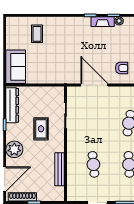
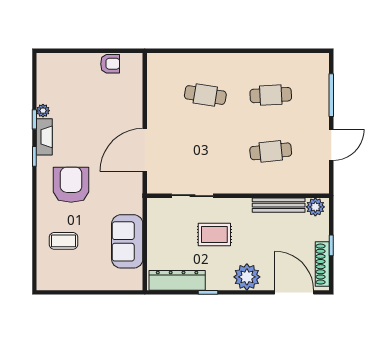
sofa: (16, 67) -> (127, 241), moved, turned -90
armchair: (122, 68) -> (71, 185), moved, width x1.88, depth x1.88
plant: (58, 193) -> (315, 207), added

